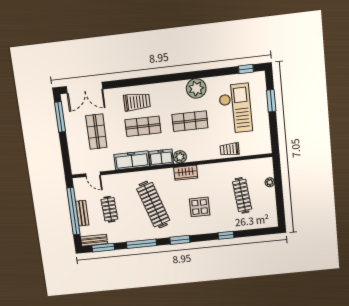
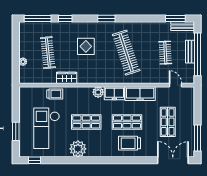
wardrobe: (186, 173) -> (67, 78), moved
window: (141, 244) -> (38, 18), moved

